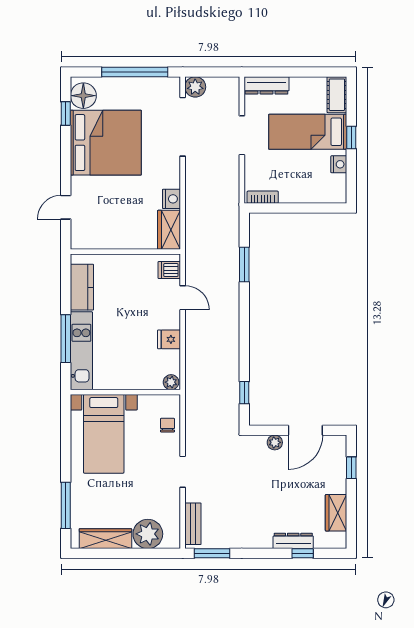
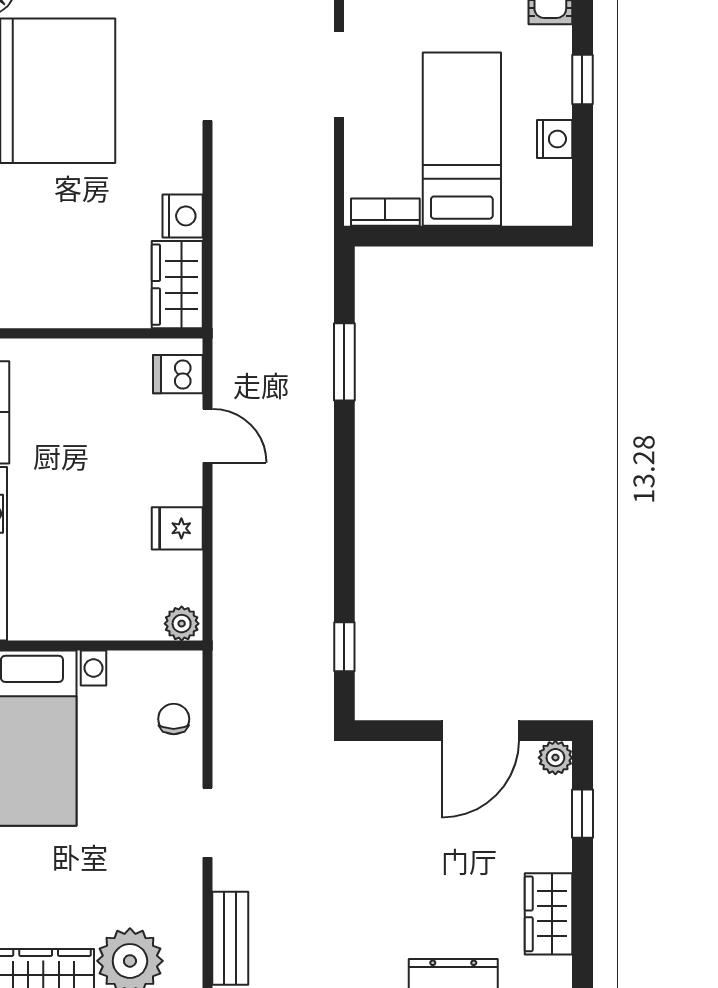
bed: (308, 132) -> (462, 139), moved, turned 90
plant: (275, 442) -> (555, 758), moved

